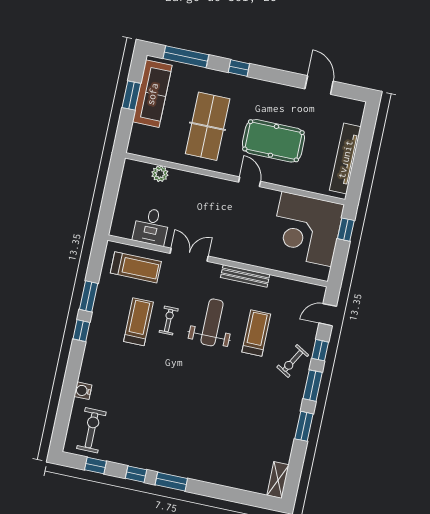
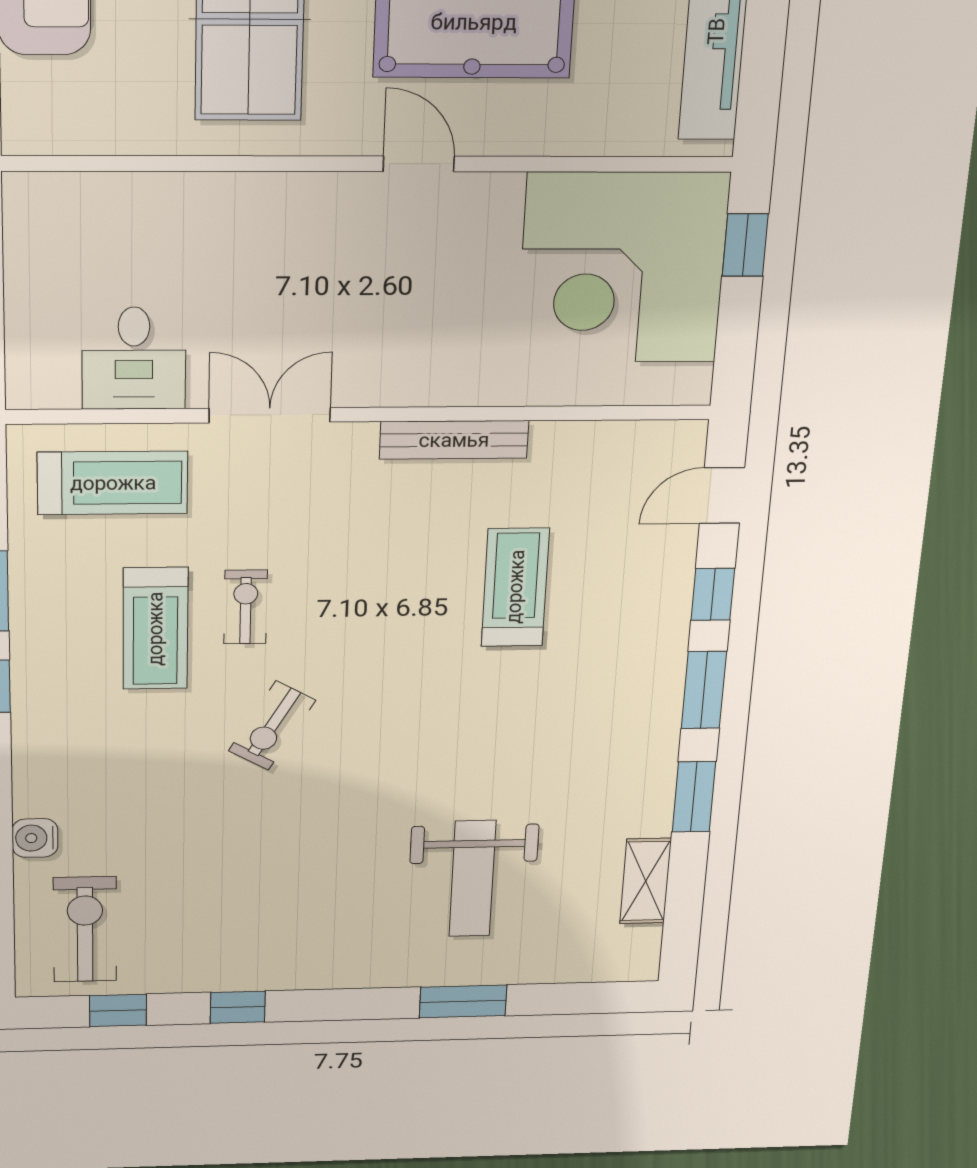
plant: (160, 174) -> (126, 197), removed
treadmill: (138, 322) -> (155, 629), turned 180
weight bench: (212, 322) -> (472, 879), moved, turned 180
exercise bike: (293, 361) -> (272, 726), moved
shelving: (278, 480) -> (646, 881), moved
window: (171, 482) -> (463, 1001), moved

